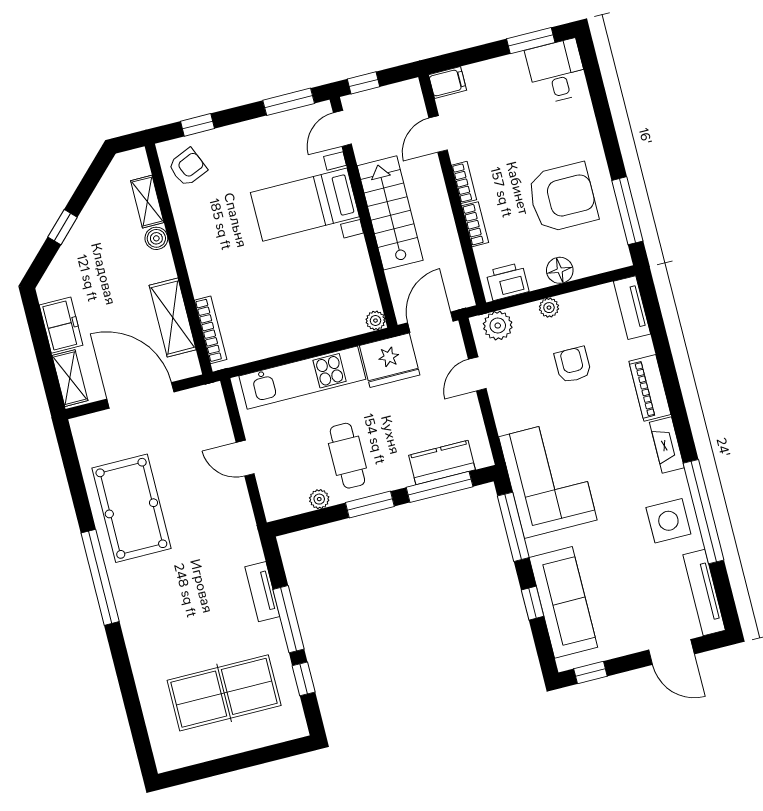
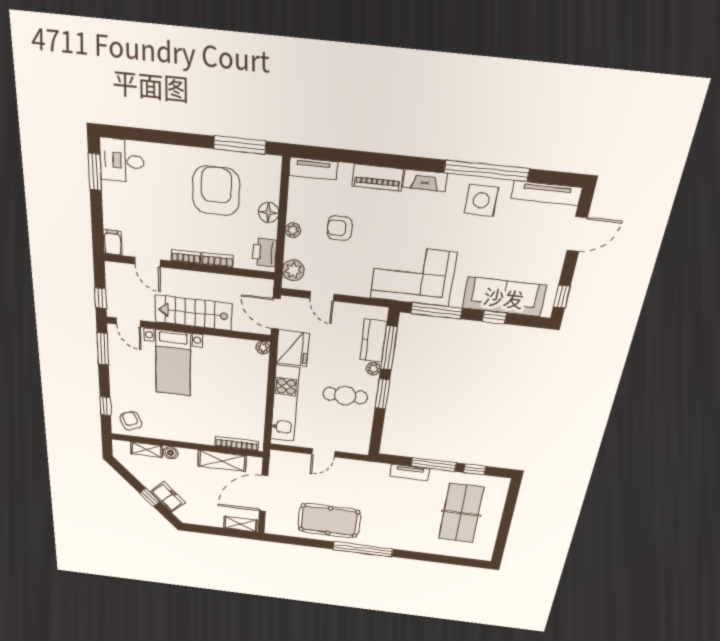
freezer: (61, 325) -> (168, 497), moved, turned 45
plant: (319, 499) -> (373, 369), moved

